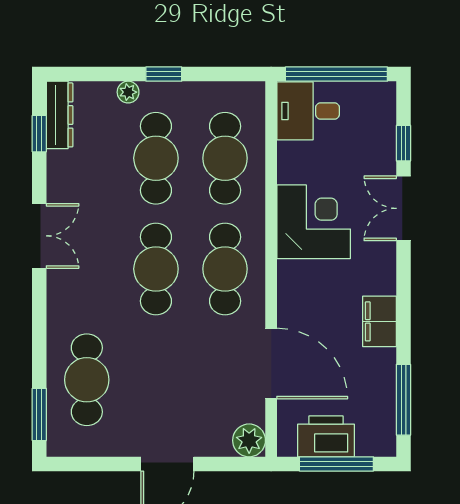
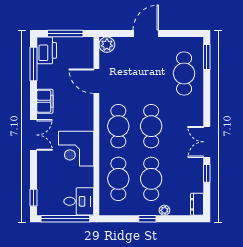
dresser: (60, 115) -> (197, 204), width x0.70
window: (39, 134) -> (207, 173), moved
window: (403, 143) -> (33, 198), moved
double door: (403, 208) -> (33, 135), moved
door: (271, 364) -> (96, 81), width x0.73
printer: (326, 436) -> (47, 50), moved, turned -90

